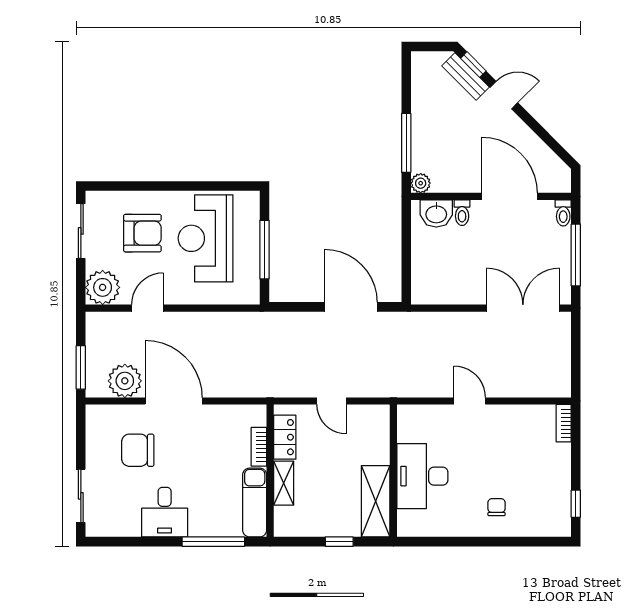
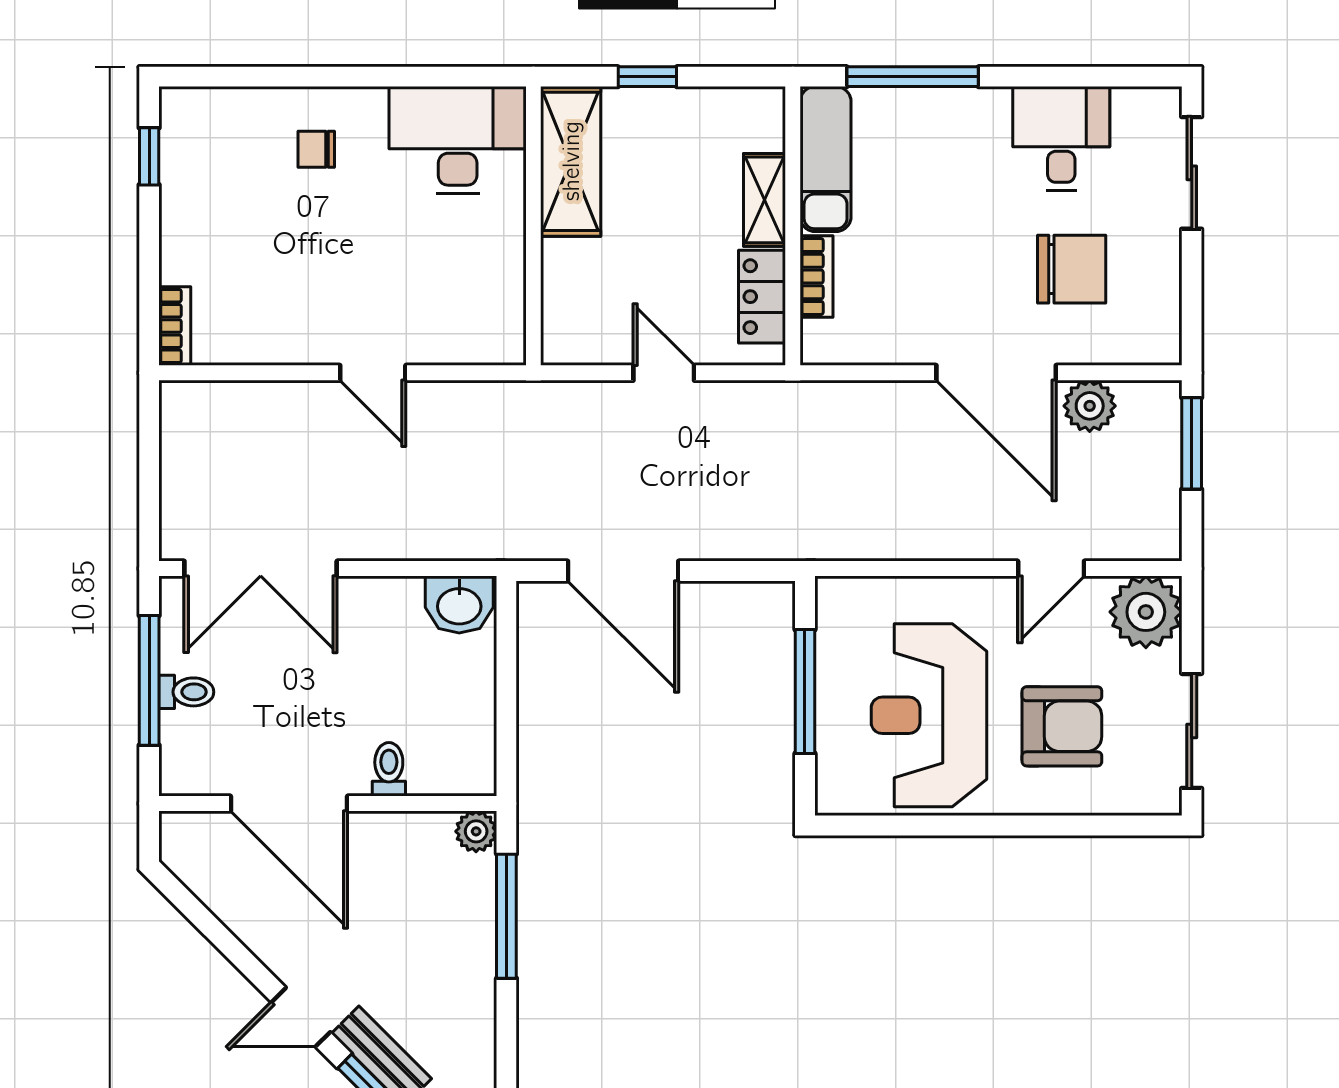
toilet: (563, 213) -> (186, 692), moved, turned 90
washbasin: (436, 214) -> (459, 605), moved, turned 180
armchair: (142, 233) -> (1062, 726), turned 180
reception desk: (206, 238) -> (929, 715), turned 180
plant: (125, 381) -> (1090, 406), width x0.73, depth x0.73
desk: (422, 476) -> (458, 140), moved, turned -90
chair: (497, 507) -> (316, 149), turned 90
desk: (165, 512) -> (1061, 139), moved

